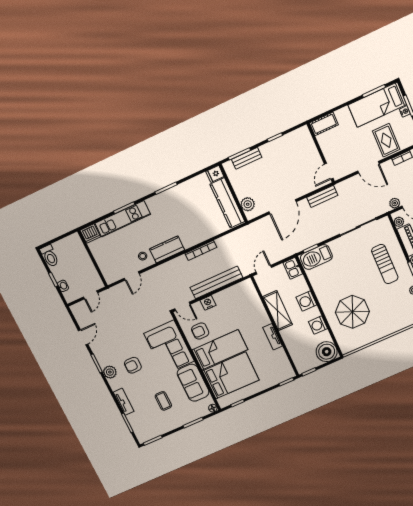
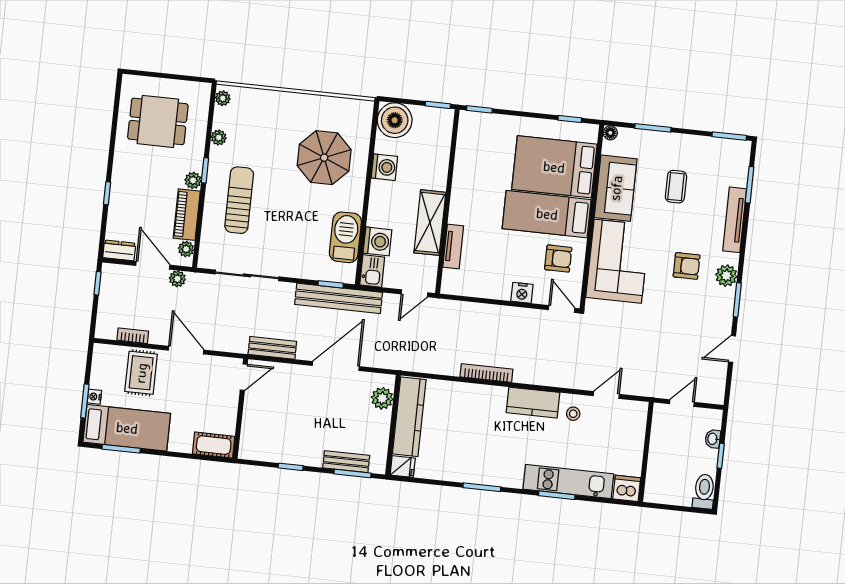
barbecue: (316, 257) -> (345, 237), moved, turned -90
bench: (216, 282) -> (339, 298), moved
washing machine: (306, 301) -> (377, 241), moved
tv unit: (273, 337) -> (453, 246), moved
tv unit: (124, 402) -> (735, 220), width x1.41

